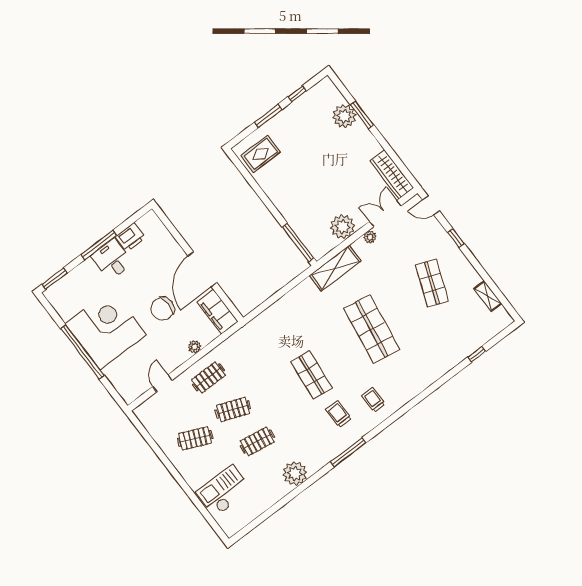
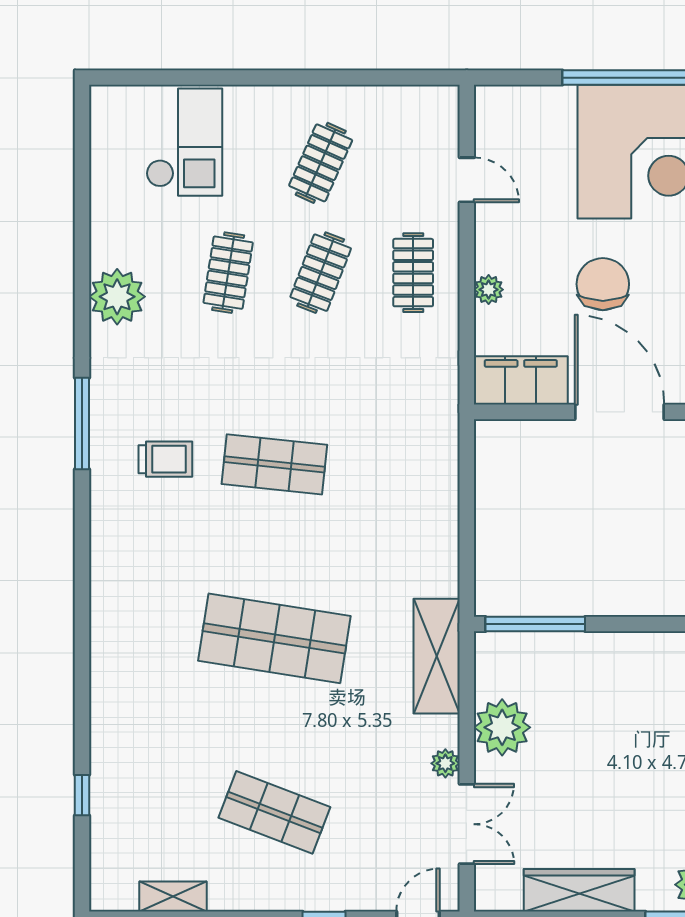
wardrobe: (392, 174) -> (579, 890), moved
trolley: (373, 400) -> (143, 543), removed

